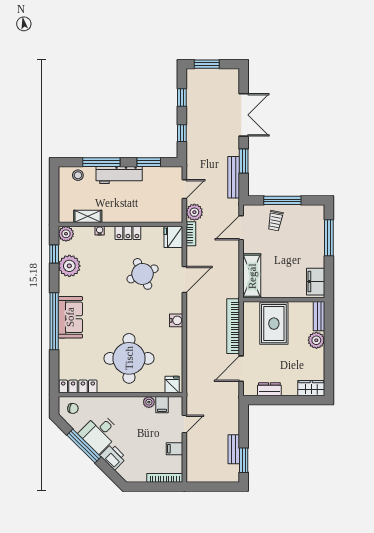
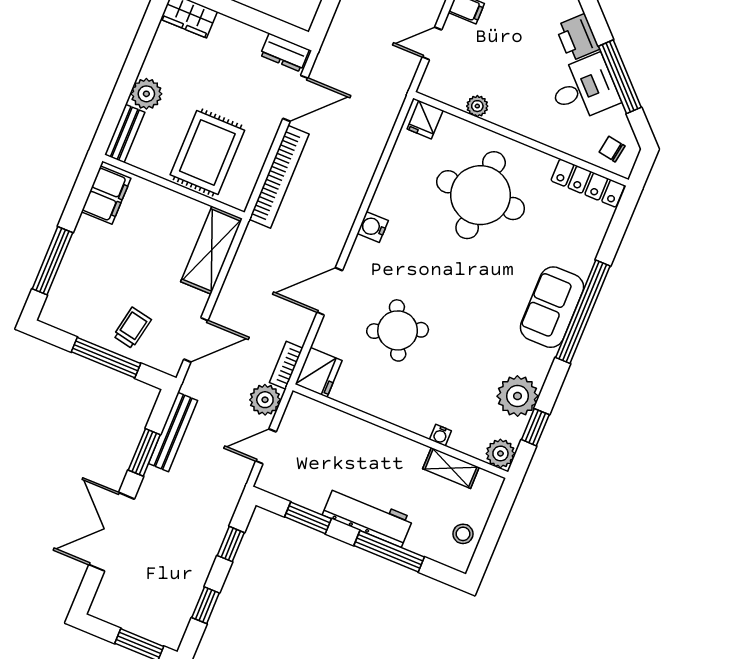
stool: (78, 175) -> (463, 534), moved
locker: (128, 233) -> (394, 411), removed
dresser: (269, 389) -> (285, 53), moved
filing cabinet: (162, 405) -> (457, 93), removed

